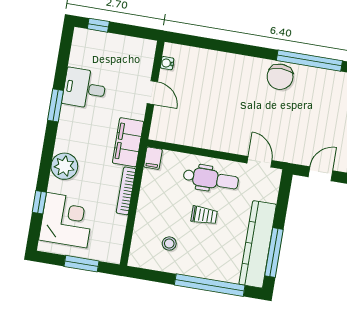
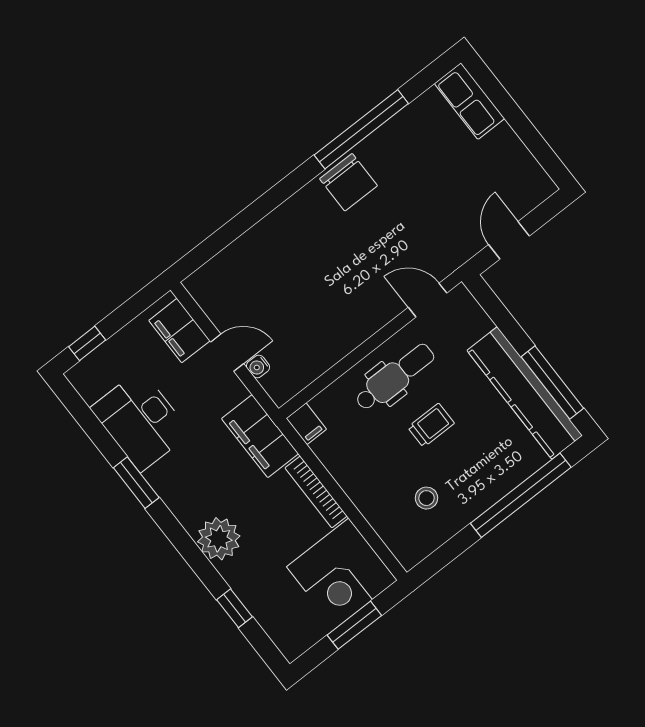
filing cabinet: (142, 62) -> (179, 331), added
water cooler: (167, 63) -> (258, 367), moved
desk: (84, 88) -> (141, 421), width x1.37
corner desk: (67, 220) -> (342, 573), moved, turned 180

